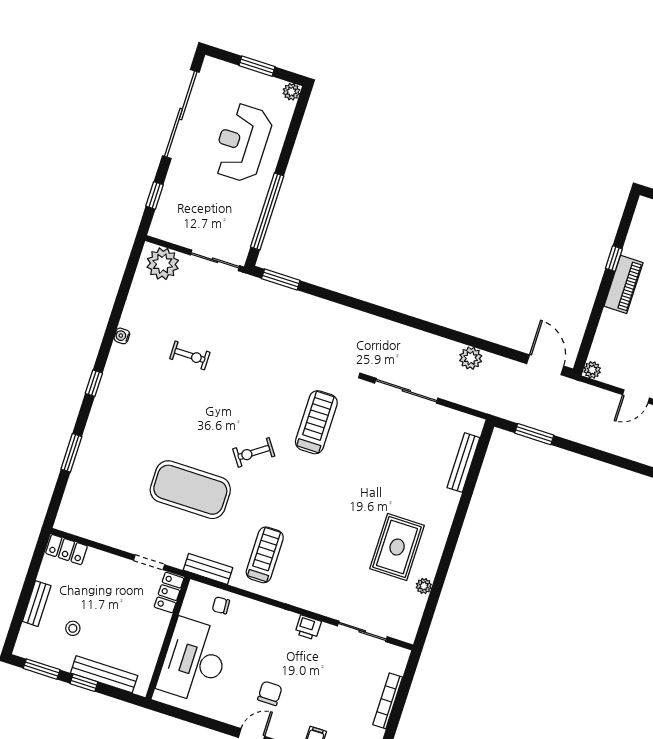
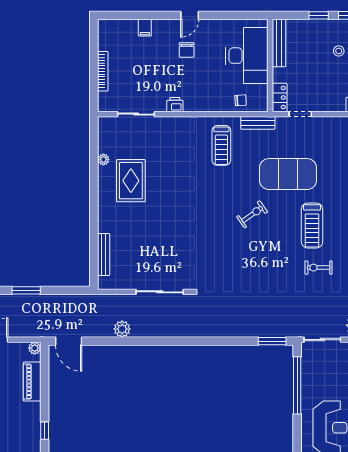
piano: (623, 284) -> (32, 382), moved
treadmill: (316, 422) -> (312, 226), moved
window: (534, 434) -> (26, 290), moved
bench: (104, 674) -> (279, 43), moved, turned 90

